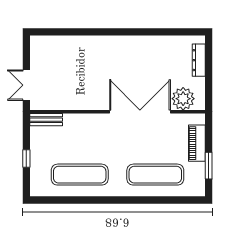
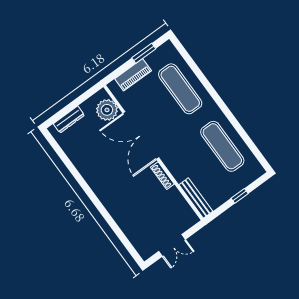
double door: (26, 85) -> (172, 245), moved
shoe rack: (92, 105) -> (162, 176), added
bench: (46, 120) -> (196, 198), width x1.36

